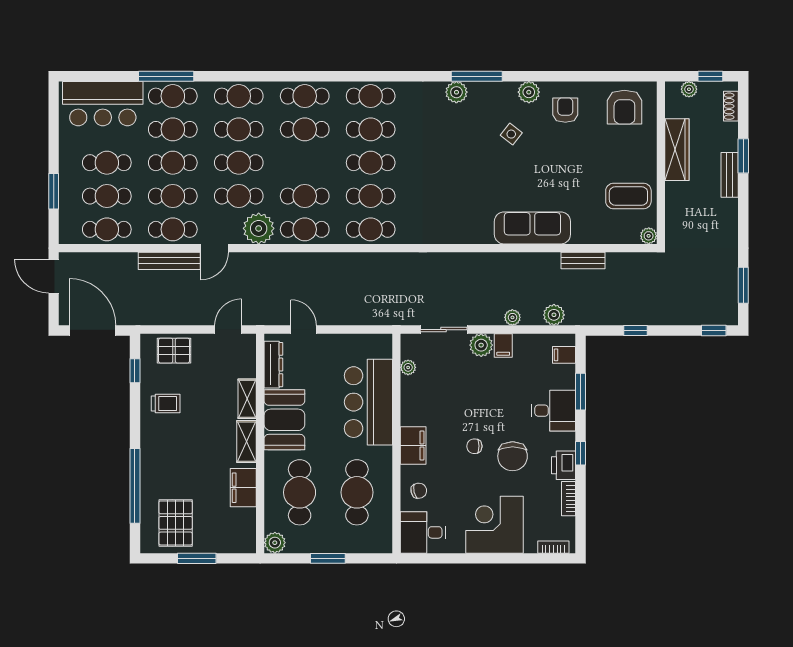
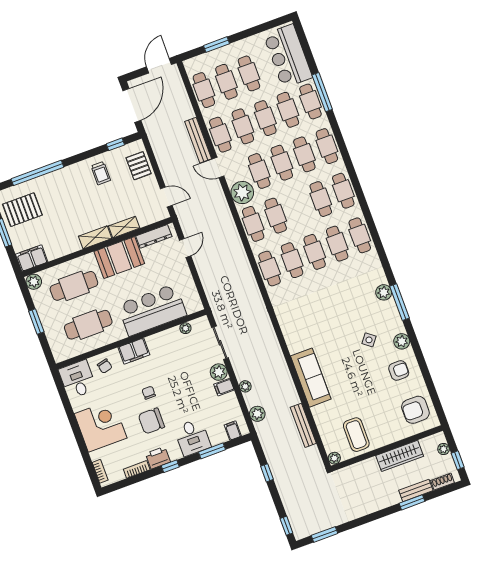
bench: (730, 175) -> (416, 490), moved
bench: (583, 261) -> (303, 425), width x1.36
filing cabinet: (243, 488) -> (32, 258), moved

